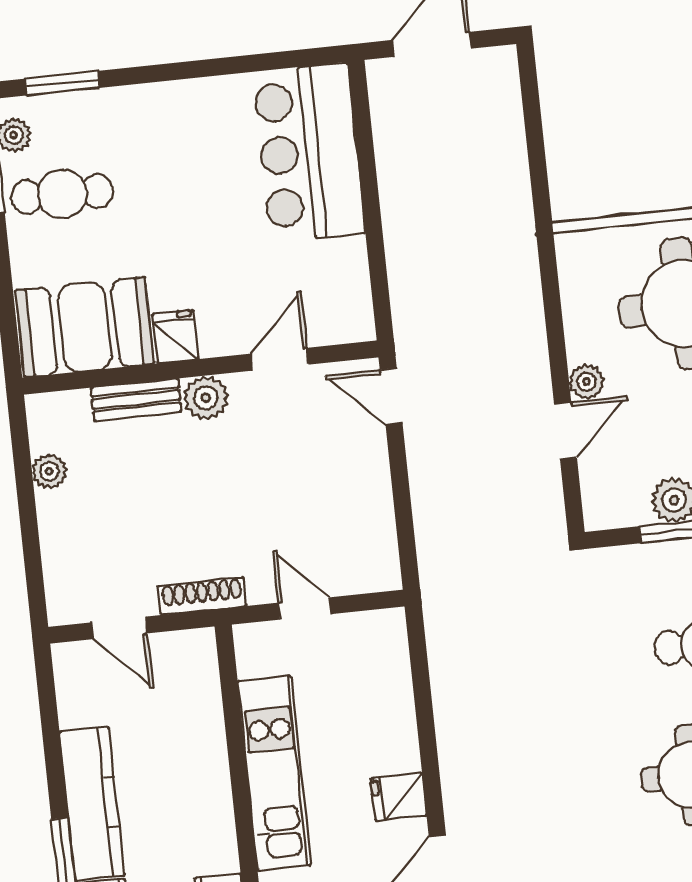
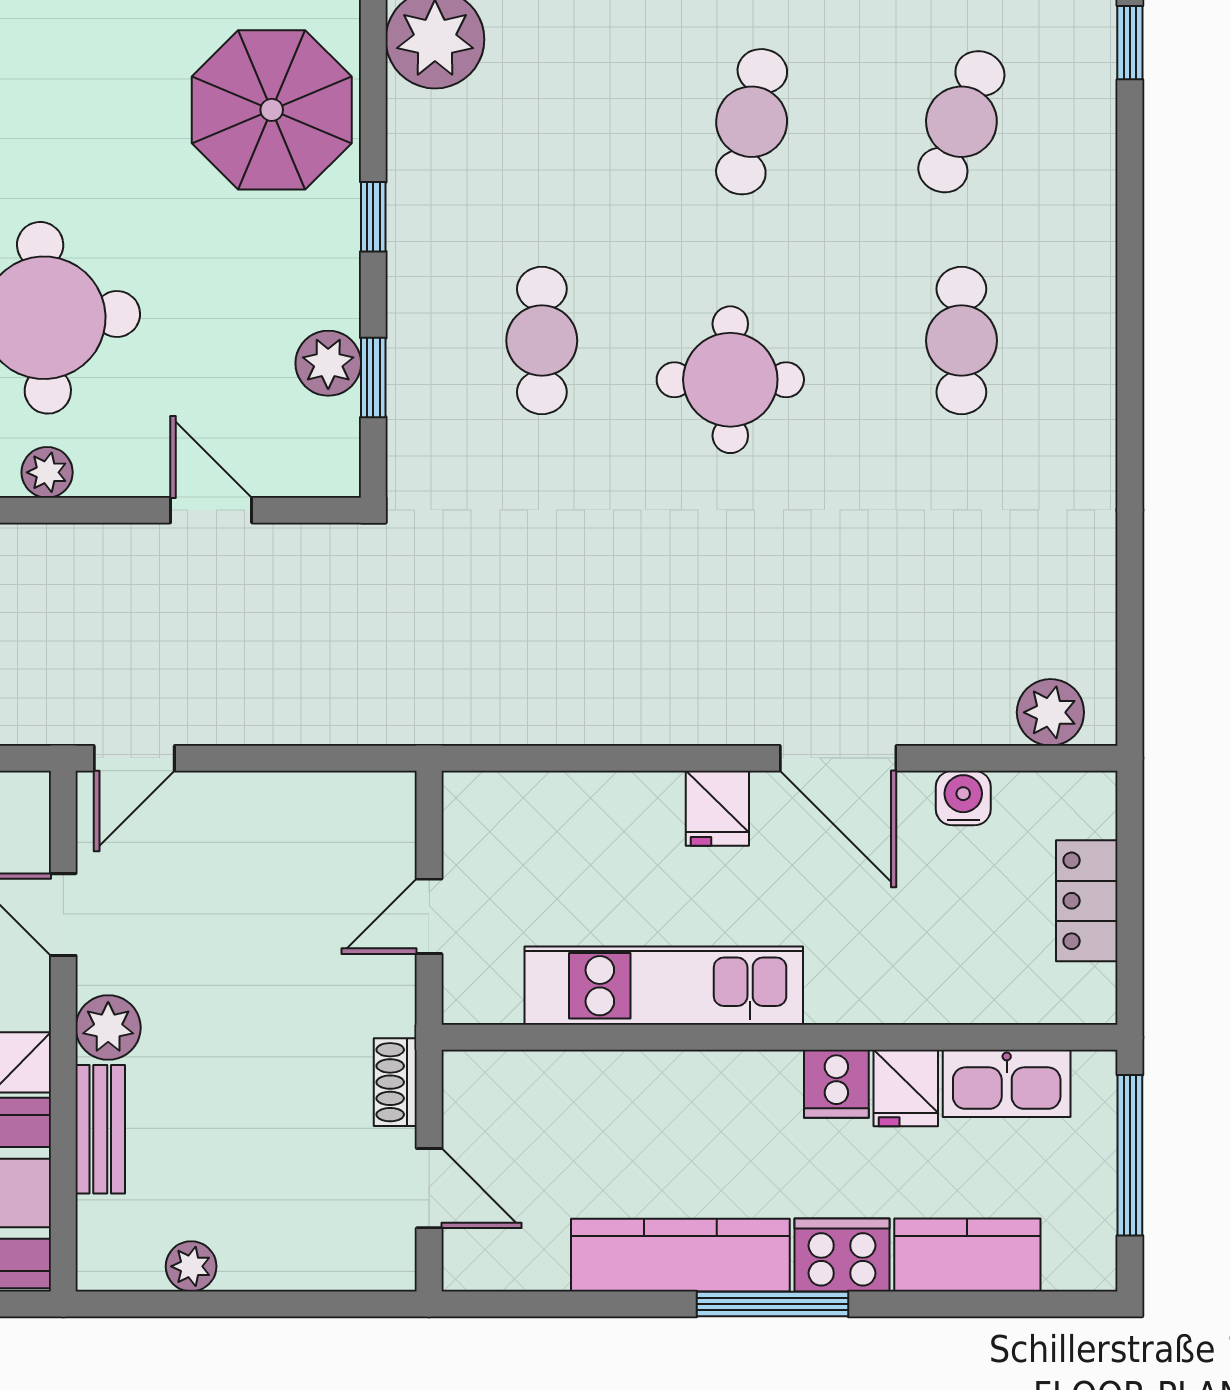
plant: (586, 382) -> (47, 472), moved
shoe rack: (202, 596) -> (395, 1082), width x0.70
door: (119, 628) -> (429, 1188), hinge flipped

